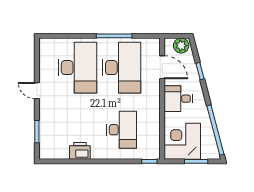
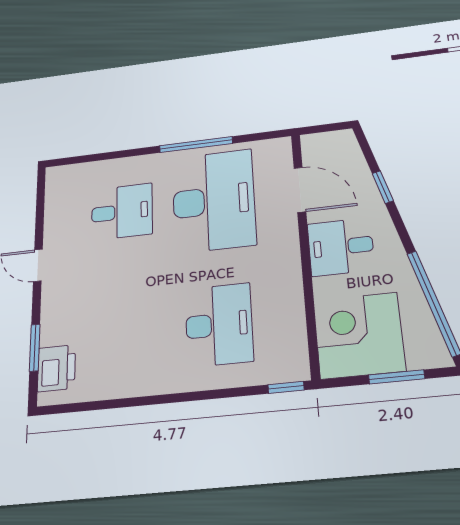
plant: (181, 46) -> (337, 144), removed
desk: (77, 68) -> (122, 212), width x0.53, depth x0.77
printer: (80, 151) -> (56, 368), moved, turned 90

